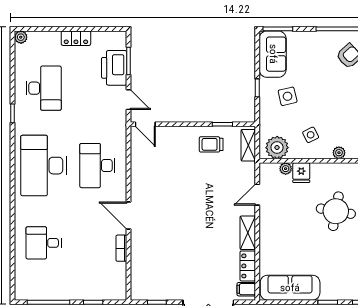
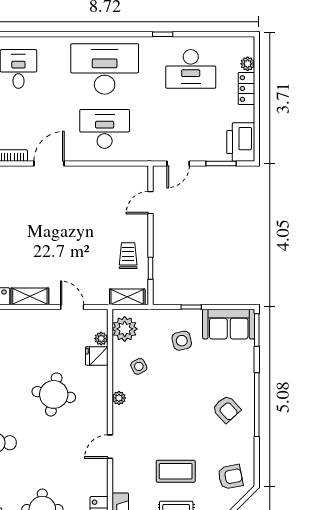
plant: (21, 37) -> (248, 64), moved
locker: (76, 38) -> (246, 88), moved
printer: (114, 68) -> (241, 142), moved, turned -90
door: (145, 124) -> (151, 203), moved

